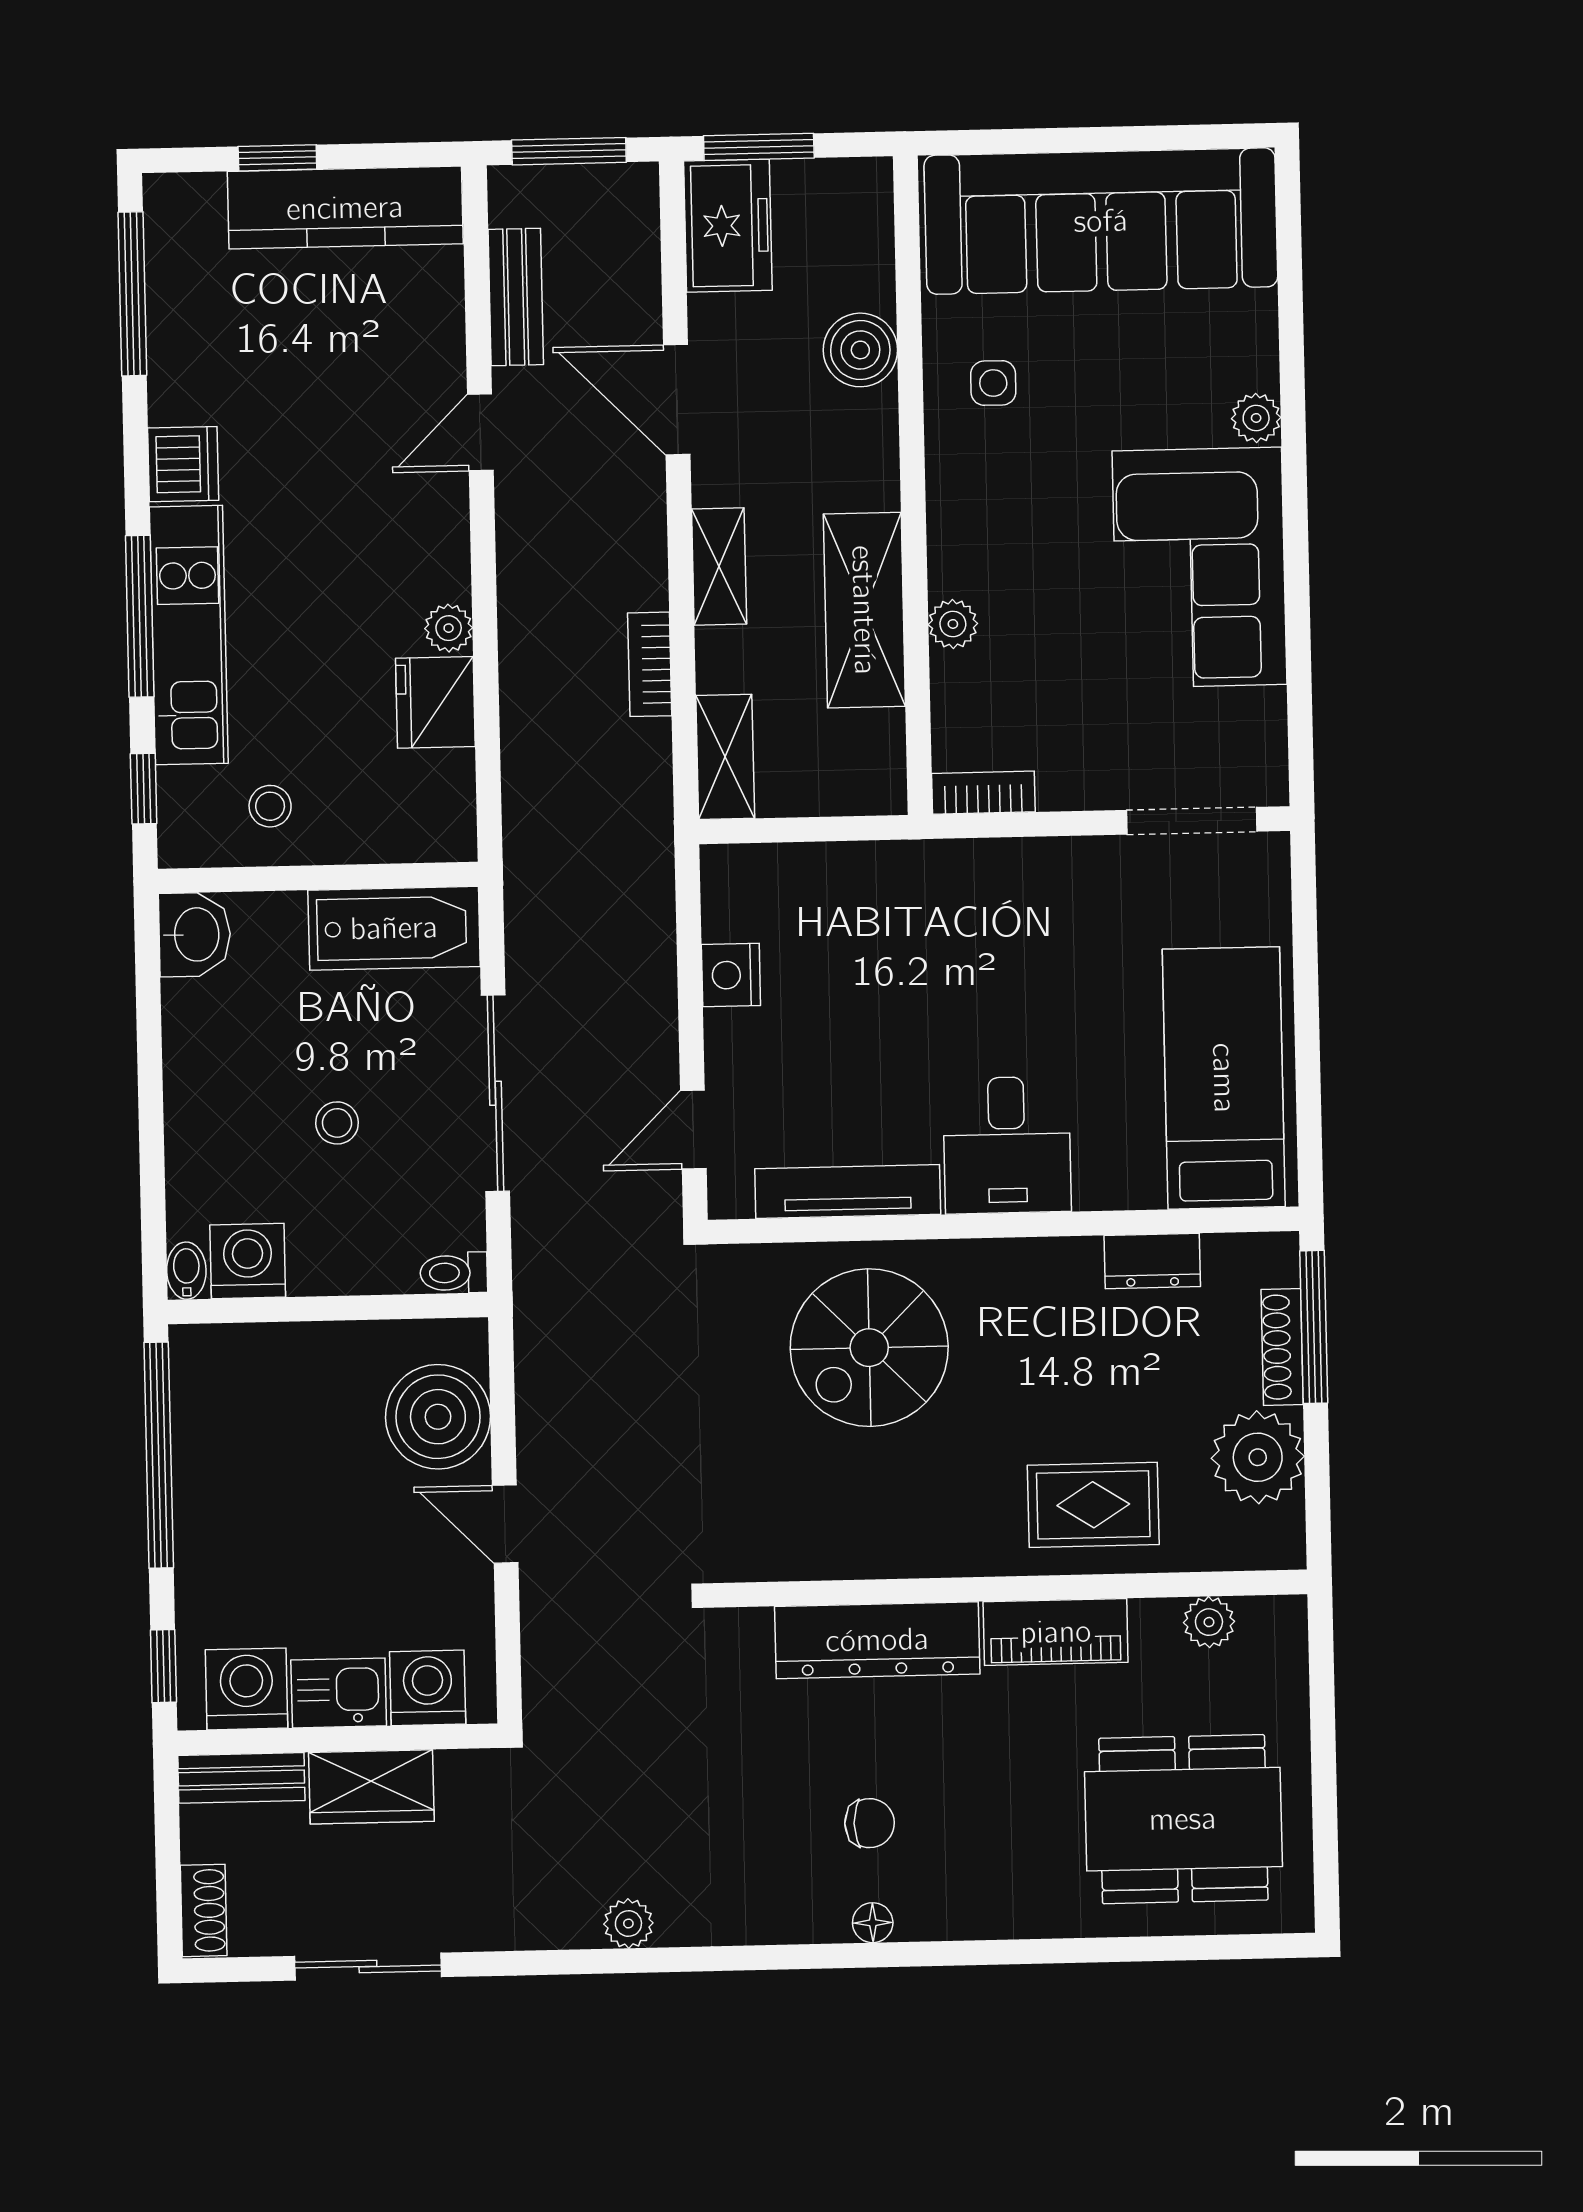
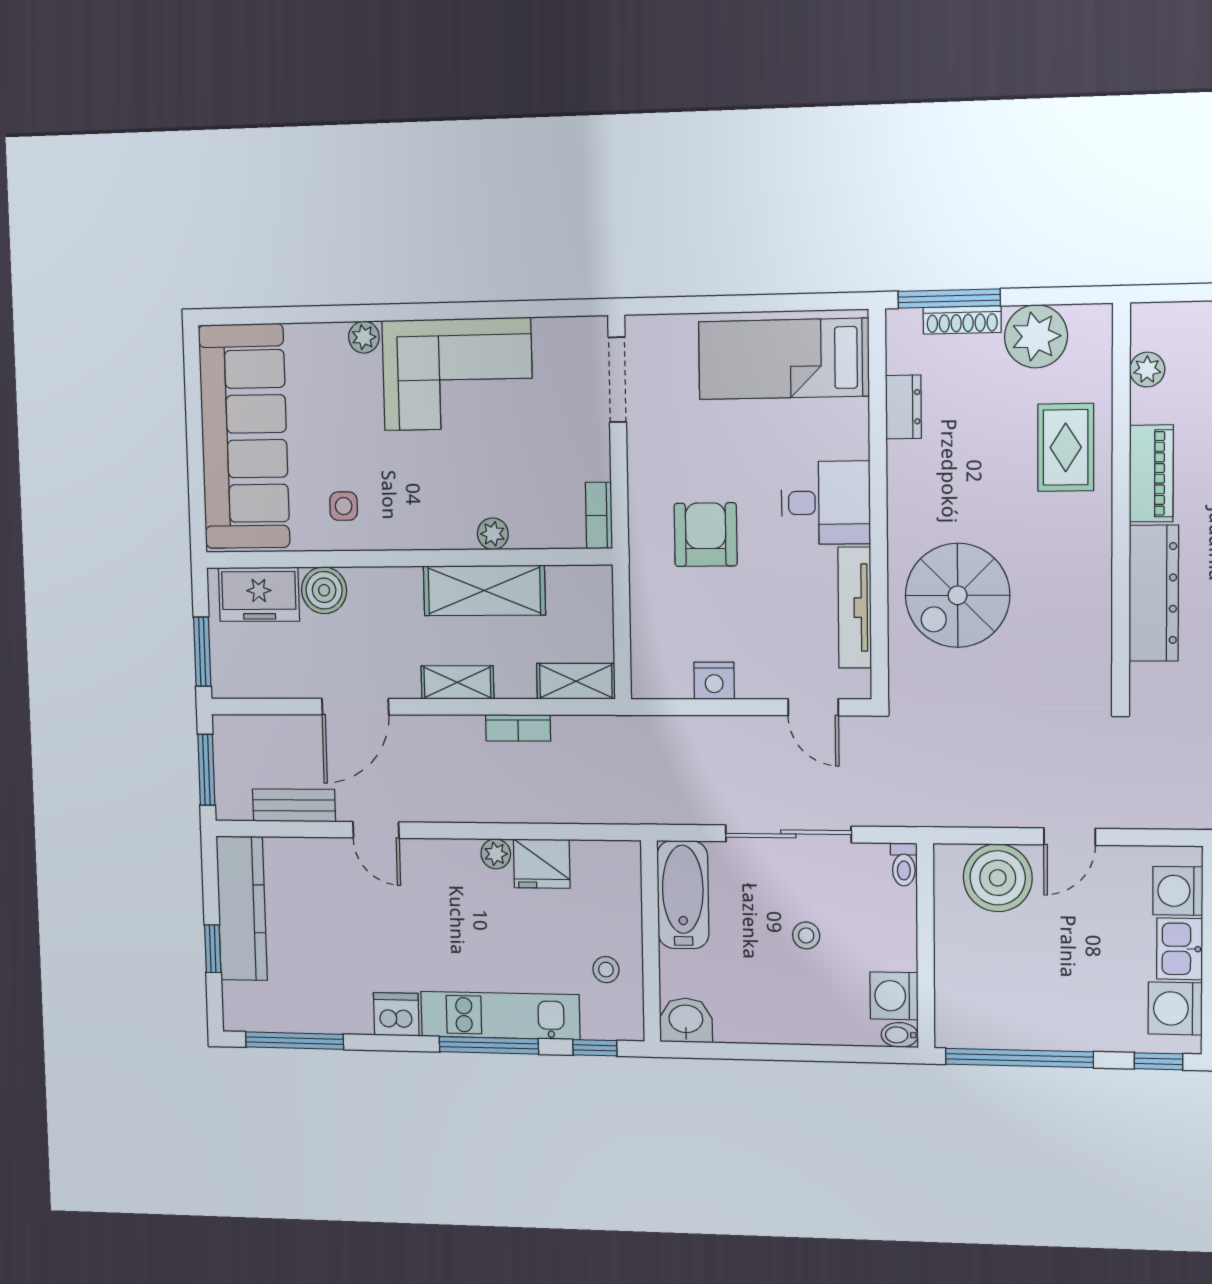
freezer: (728, 226) -> (259, 594), moved, turned 180
armchair: (956, 960) -> (706, 535), added
spiral stairs: (869, 1348) -> (958, 595), turned 90

